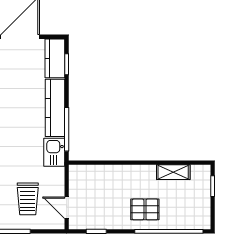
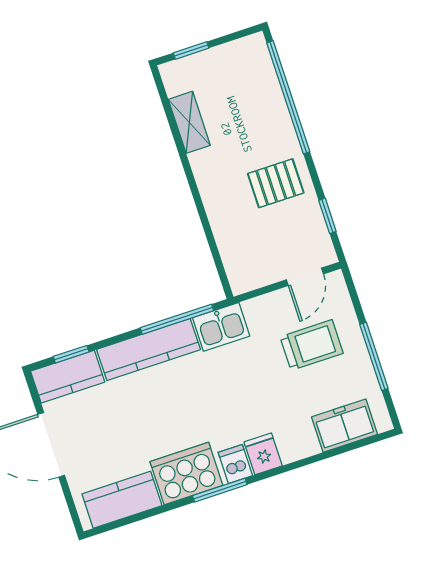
pallet: (145, 209) -> (276, 183), moved, turned 90

